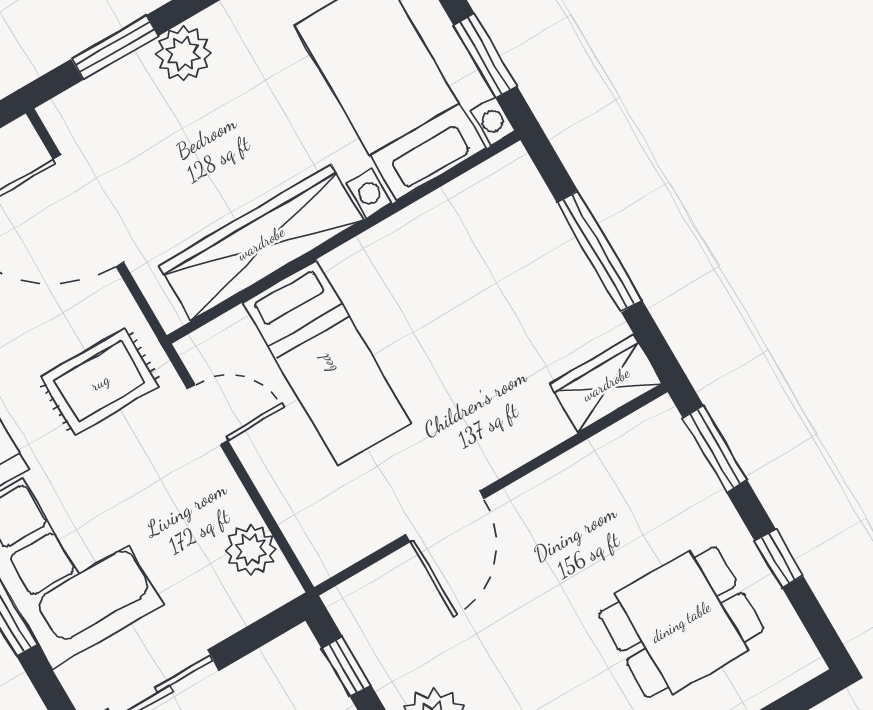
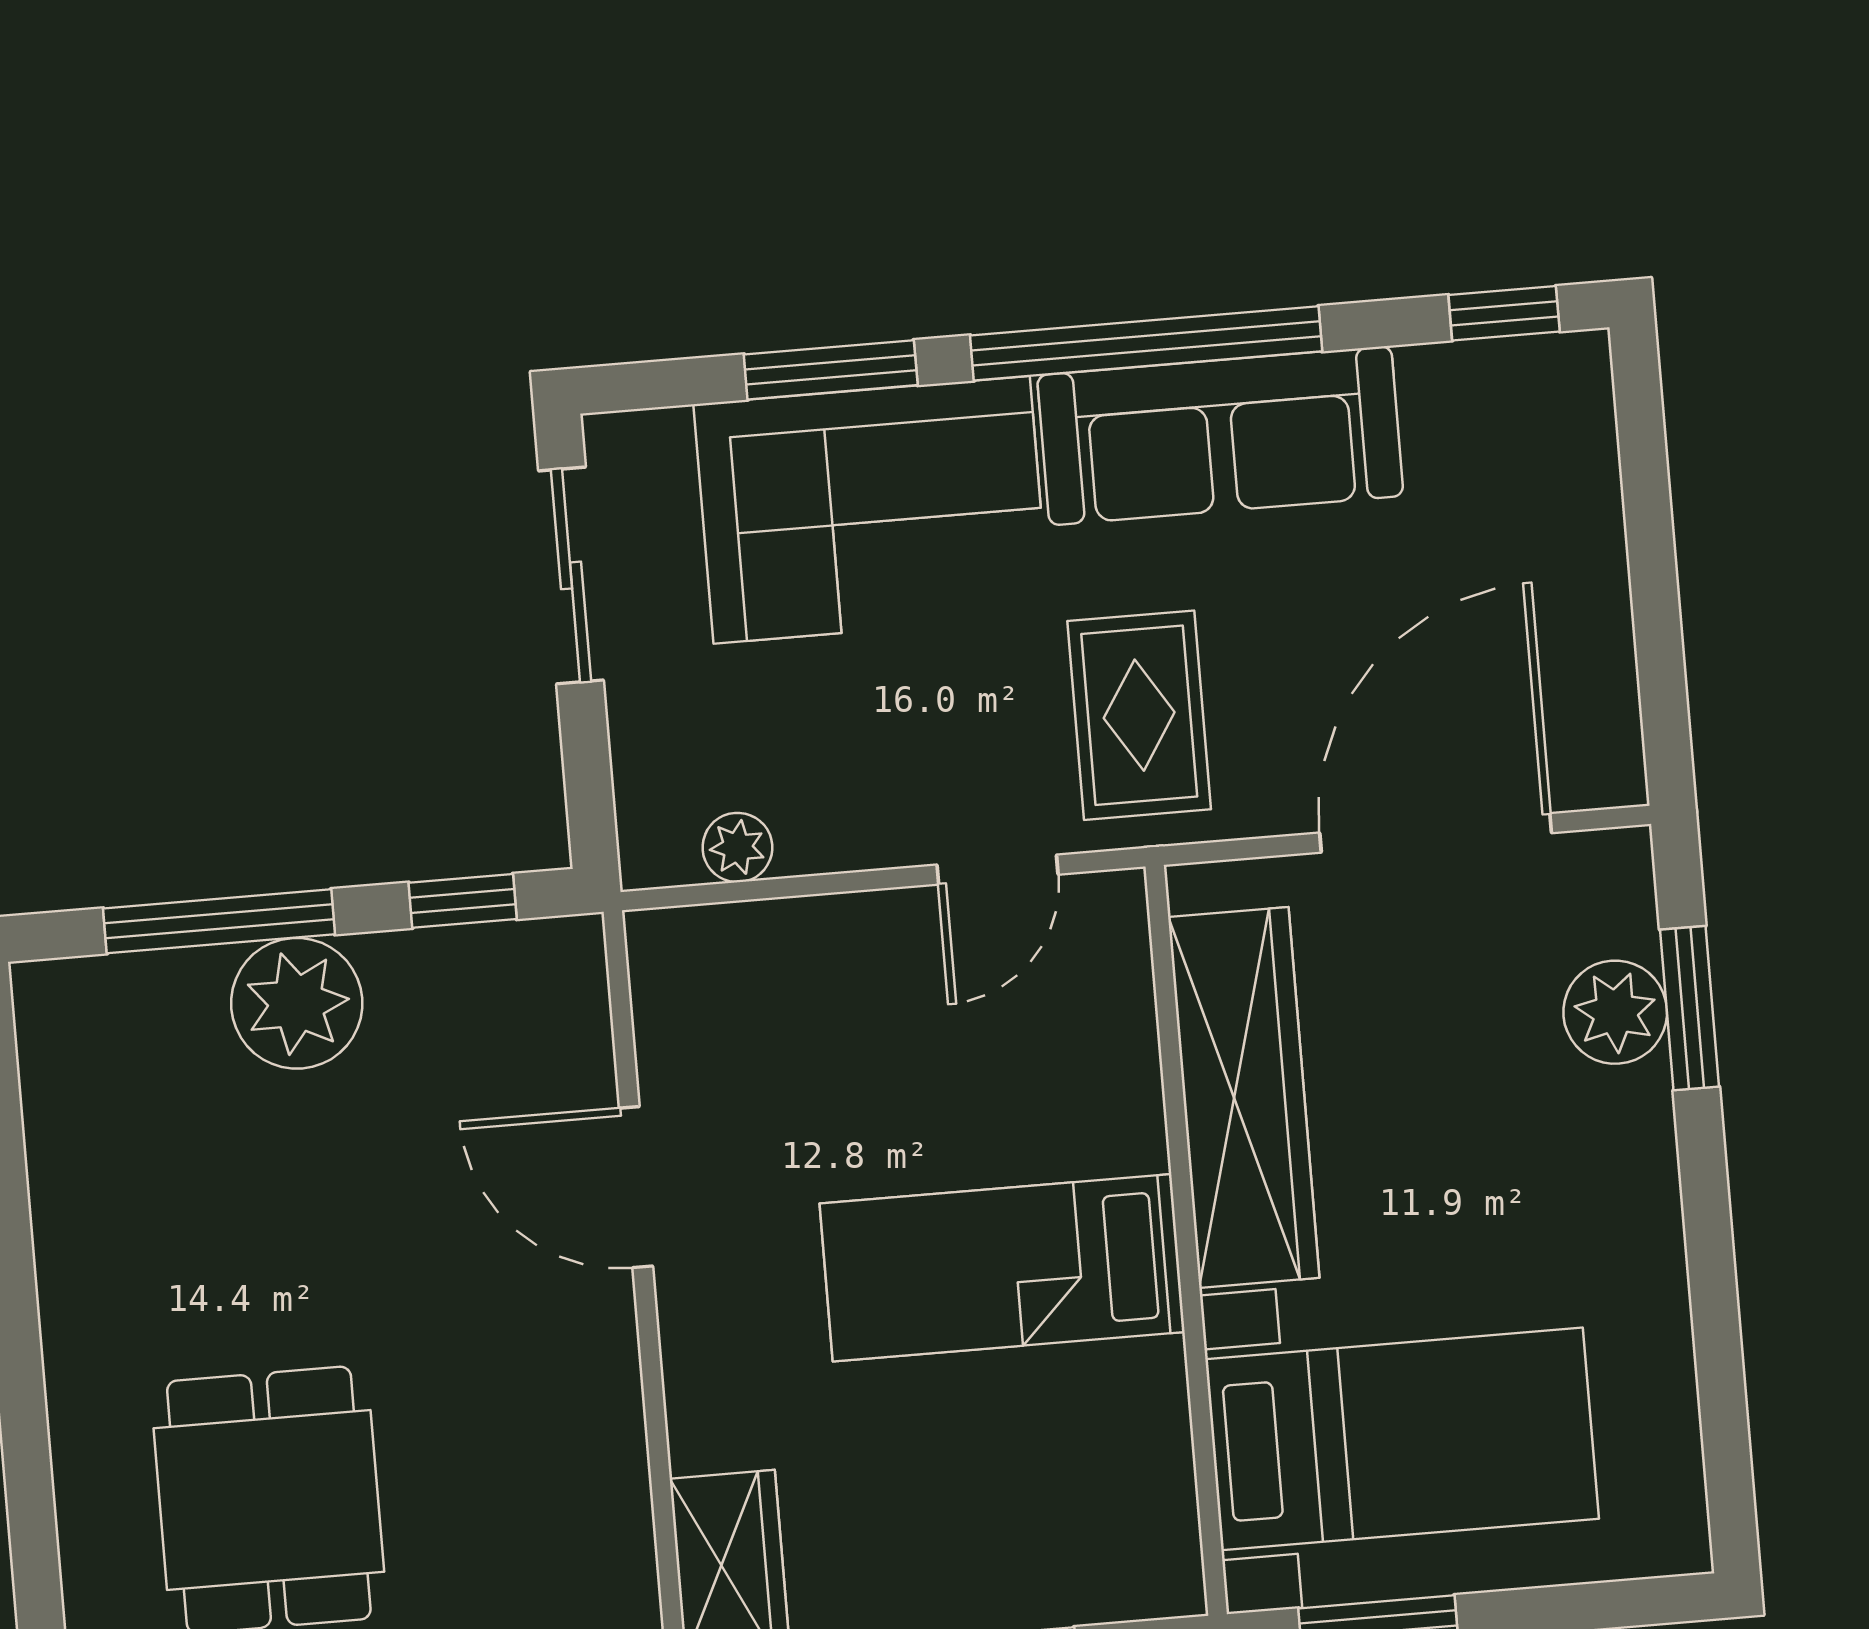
plant: (183, 54) -> (1615, 1012), moved
bed: (327, 363) -> (1002, 1268), moved
plant: (251, 549) -> (737, 847), width x0.73, depth x0.73

